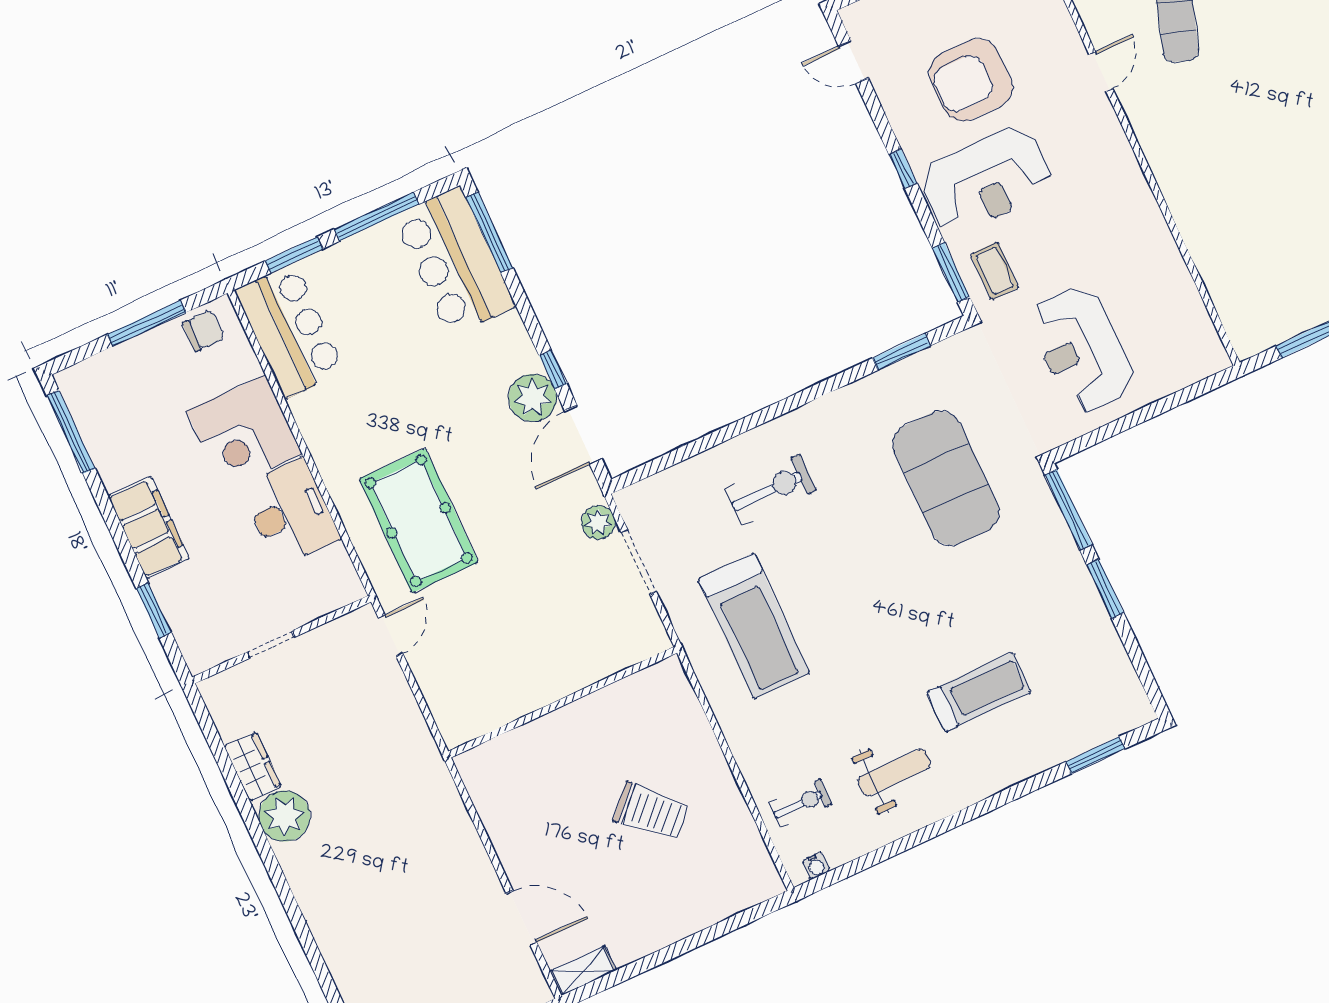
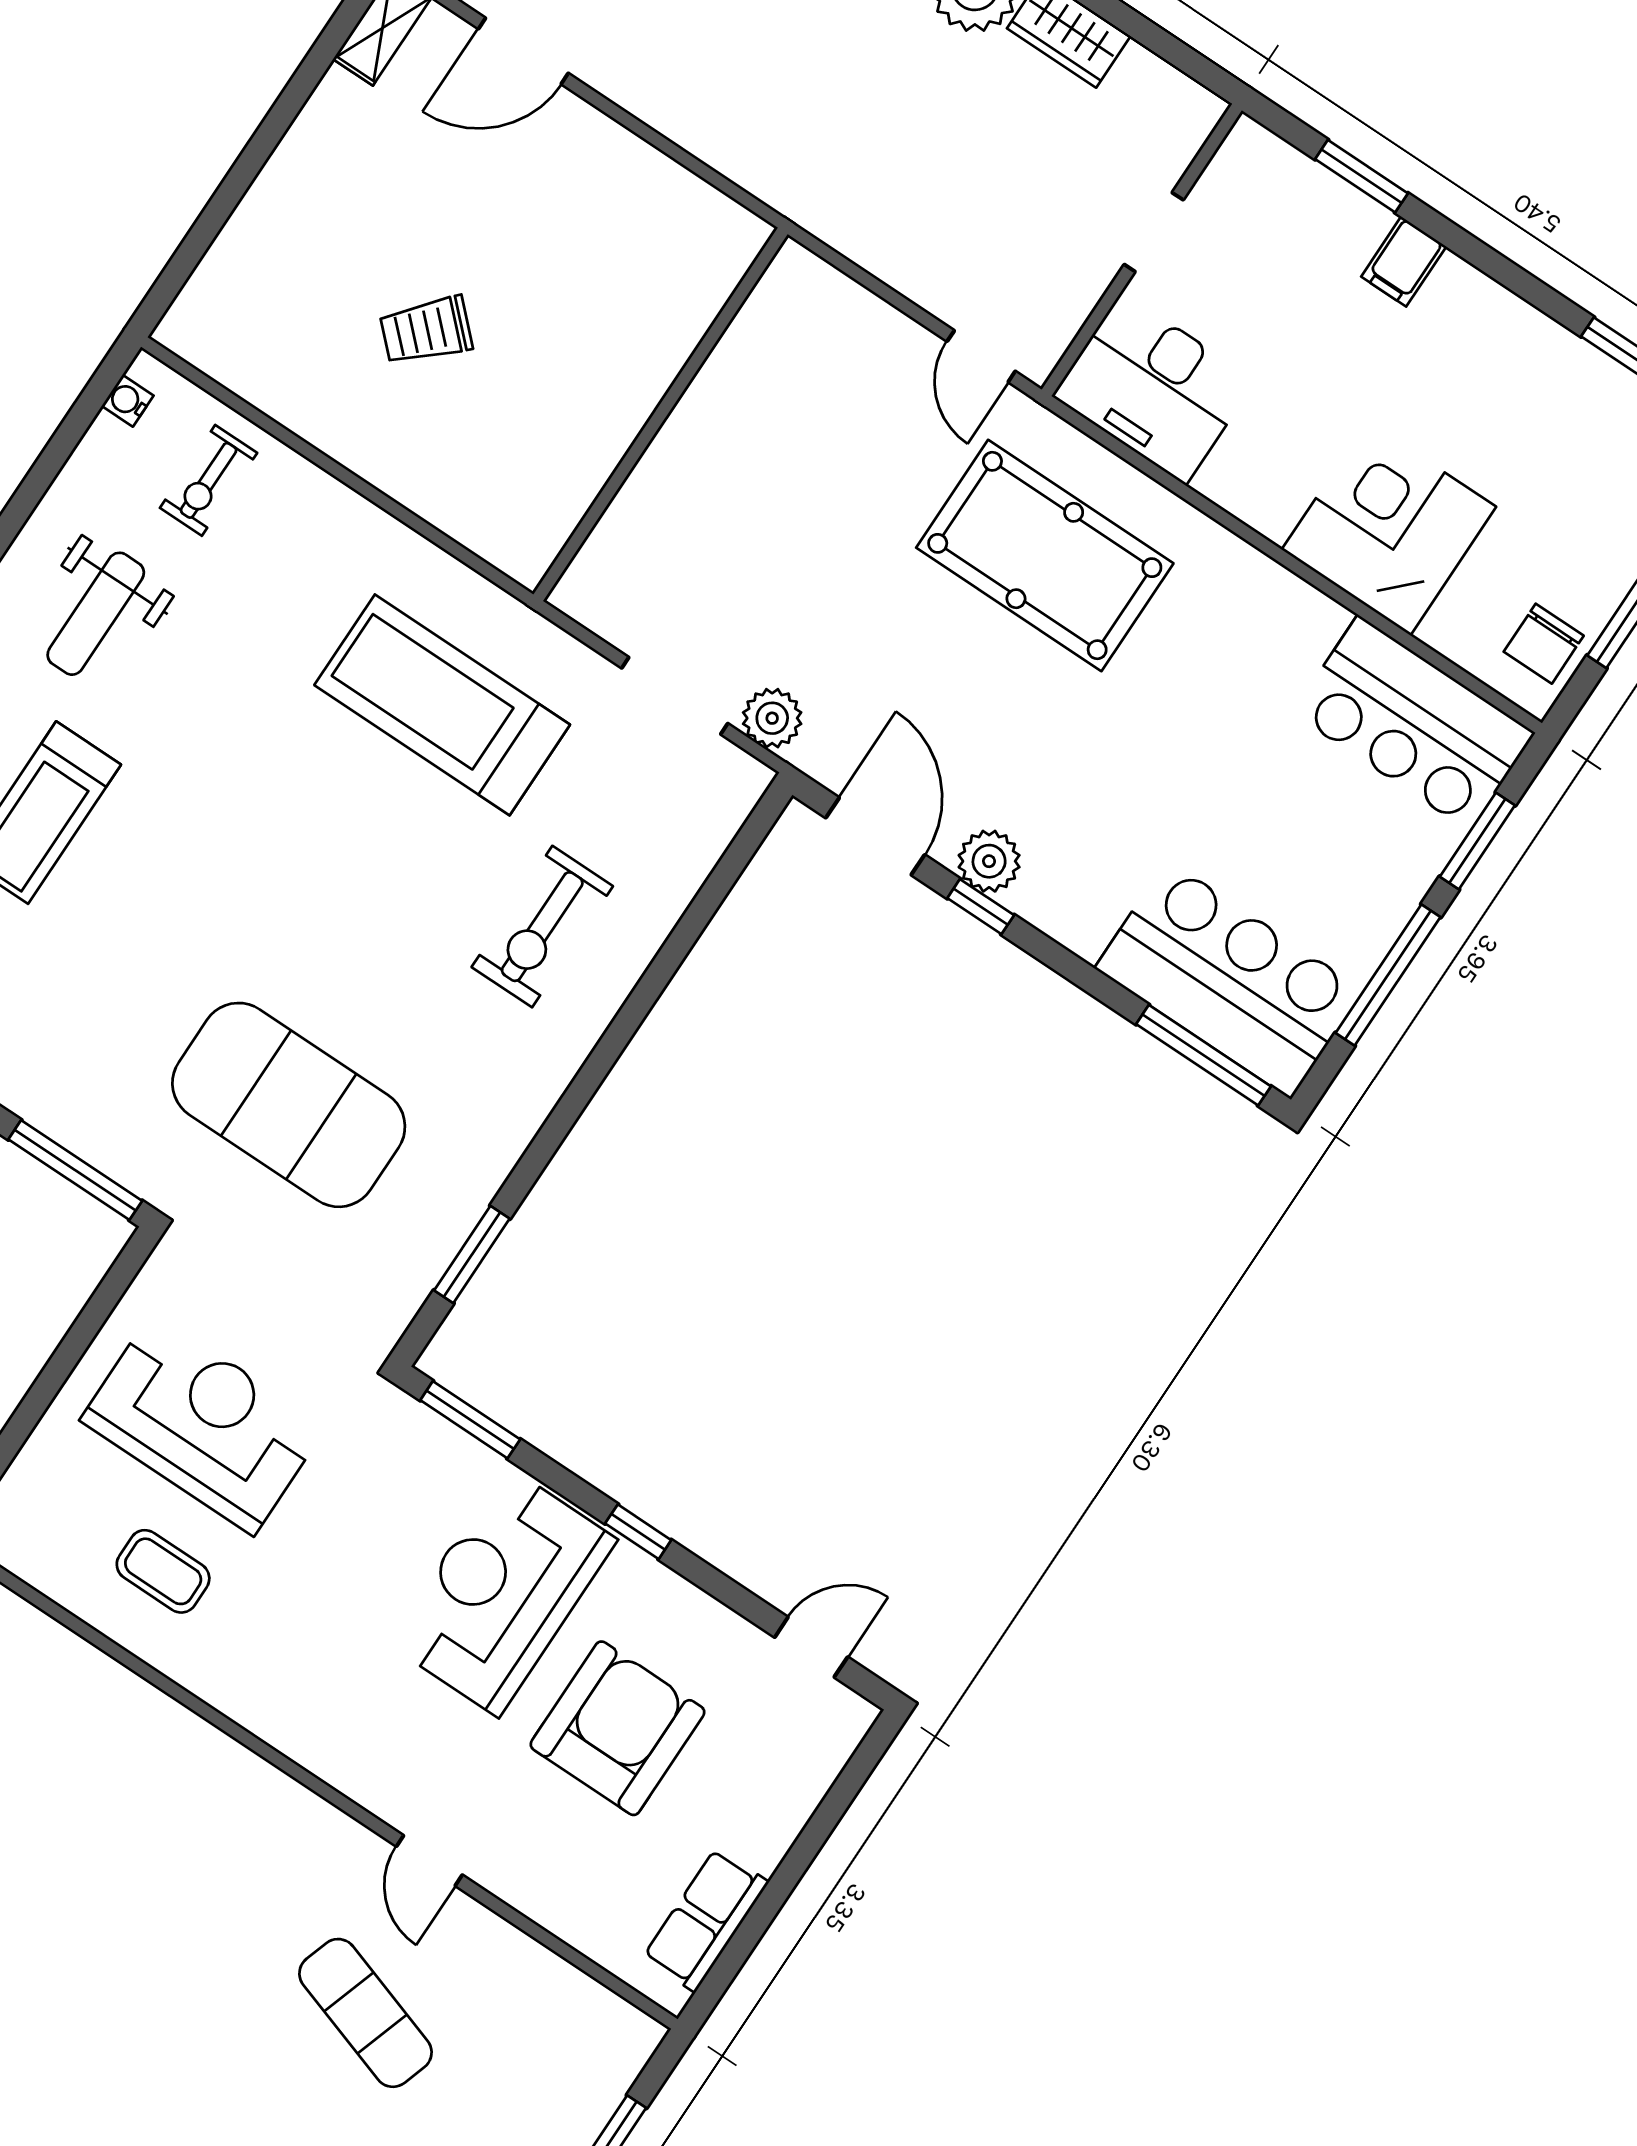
coffee table: (995, 271) -> (163, 1571), moved
plant: (533, 398) -> (989, 861), width x0.73, depth x0.73
desk: (290, 512) -> (1154, 389), moved
filing cabinet: (149, 527) -> (1404, 262), width x0.33, depth x0.86
trolley: (651, 812) -> (426, 331), width x0.73, depth x0.72

